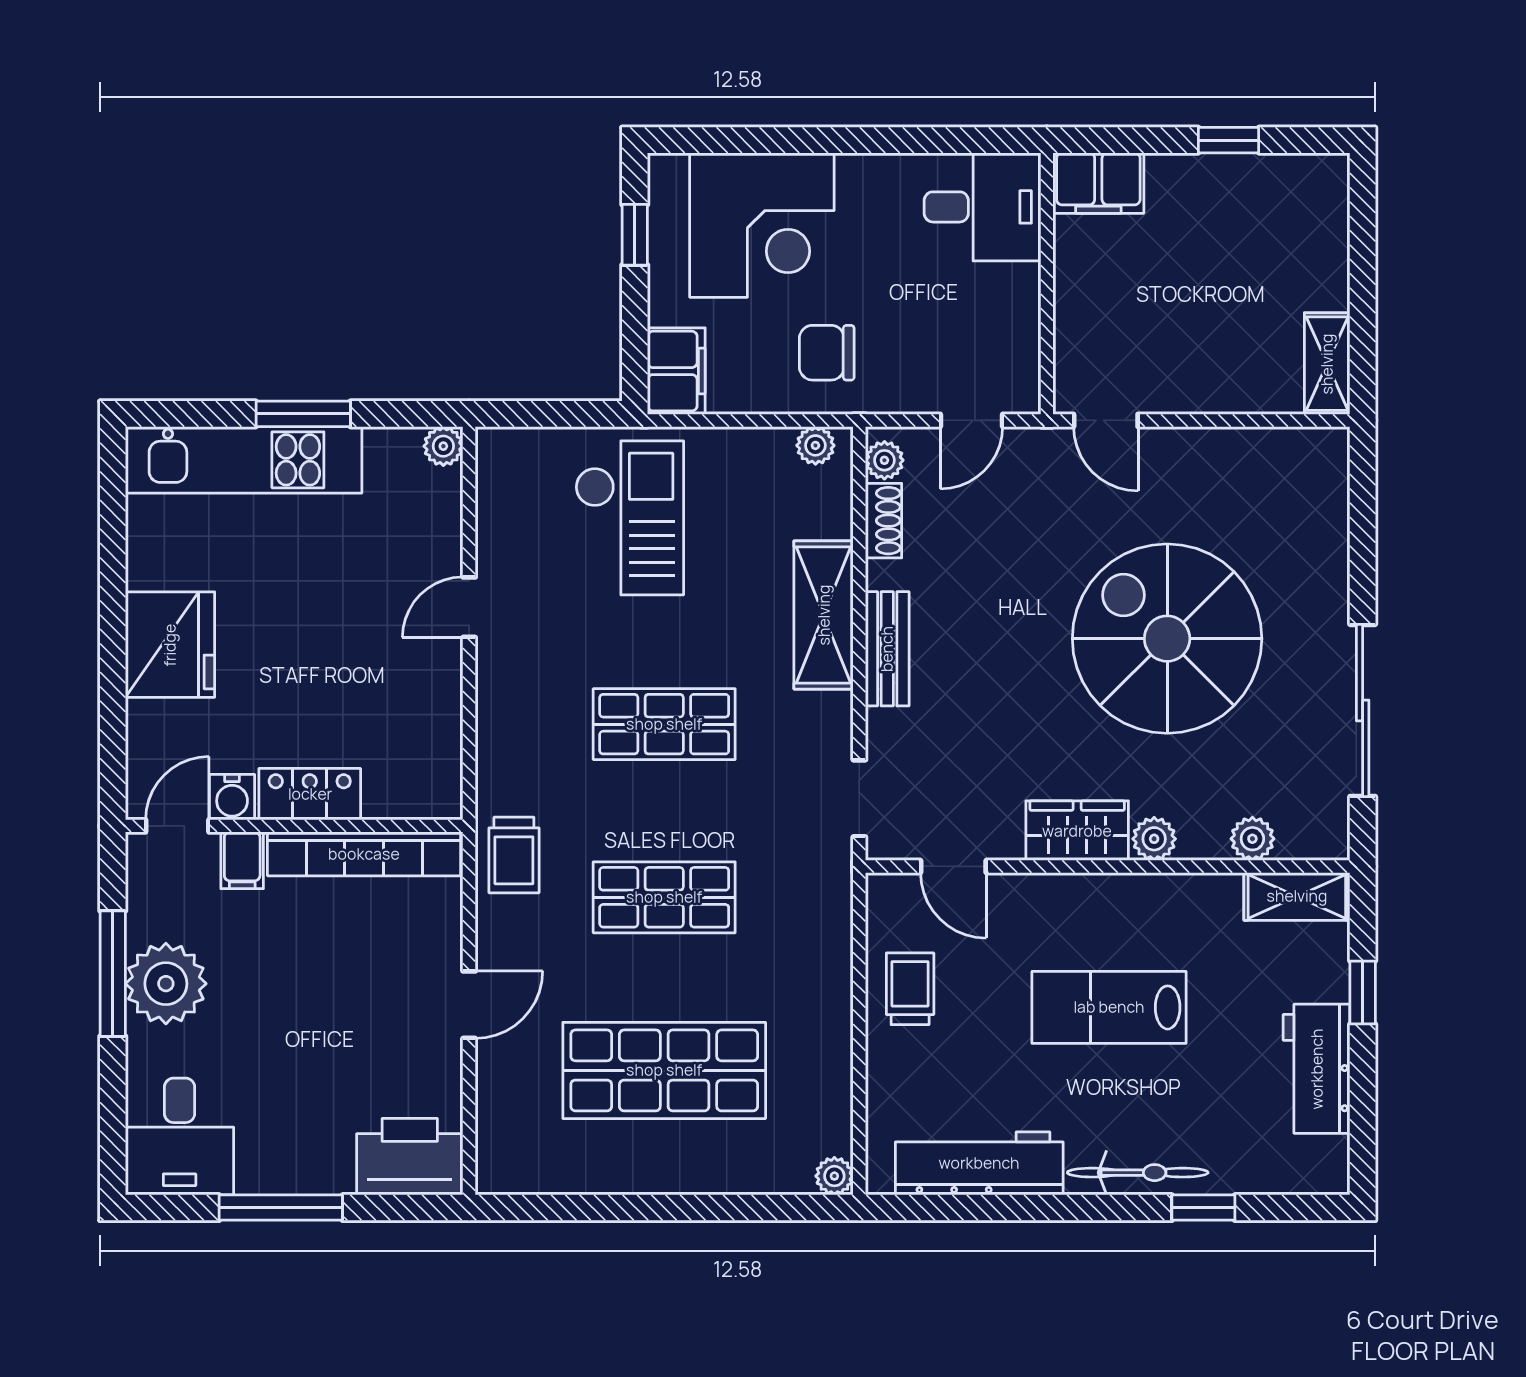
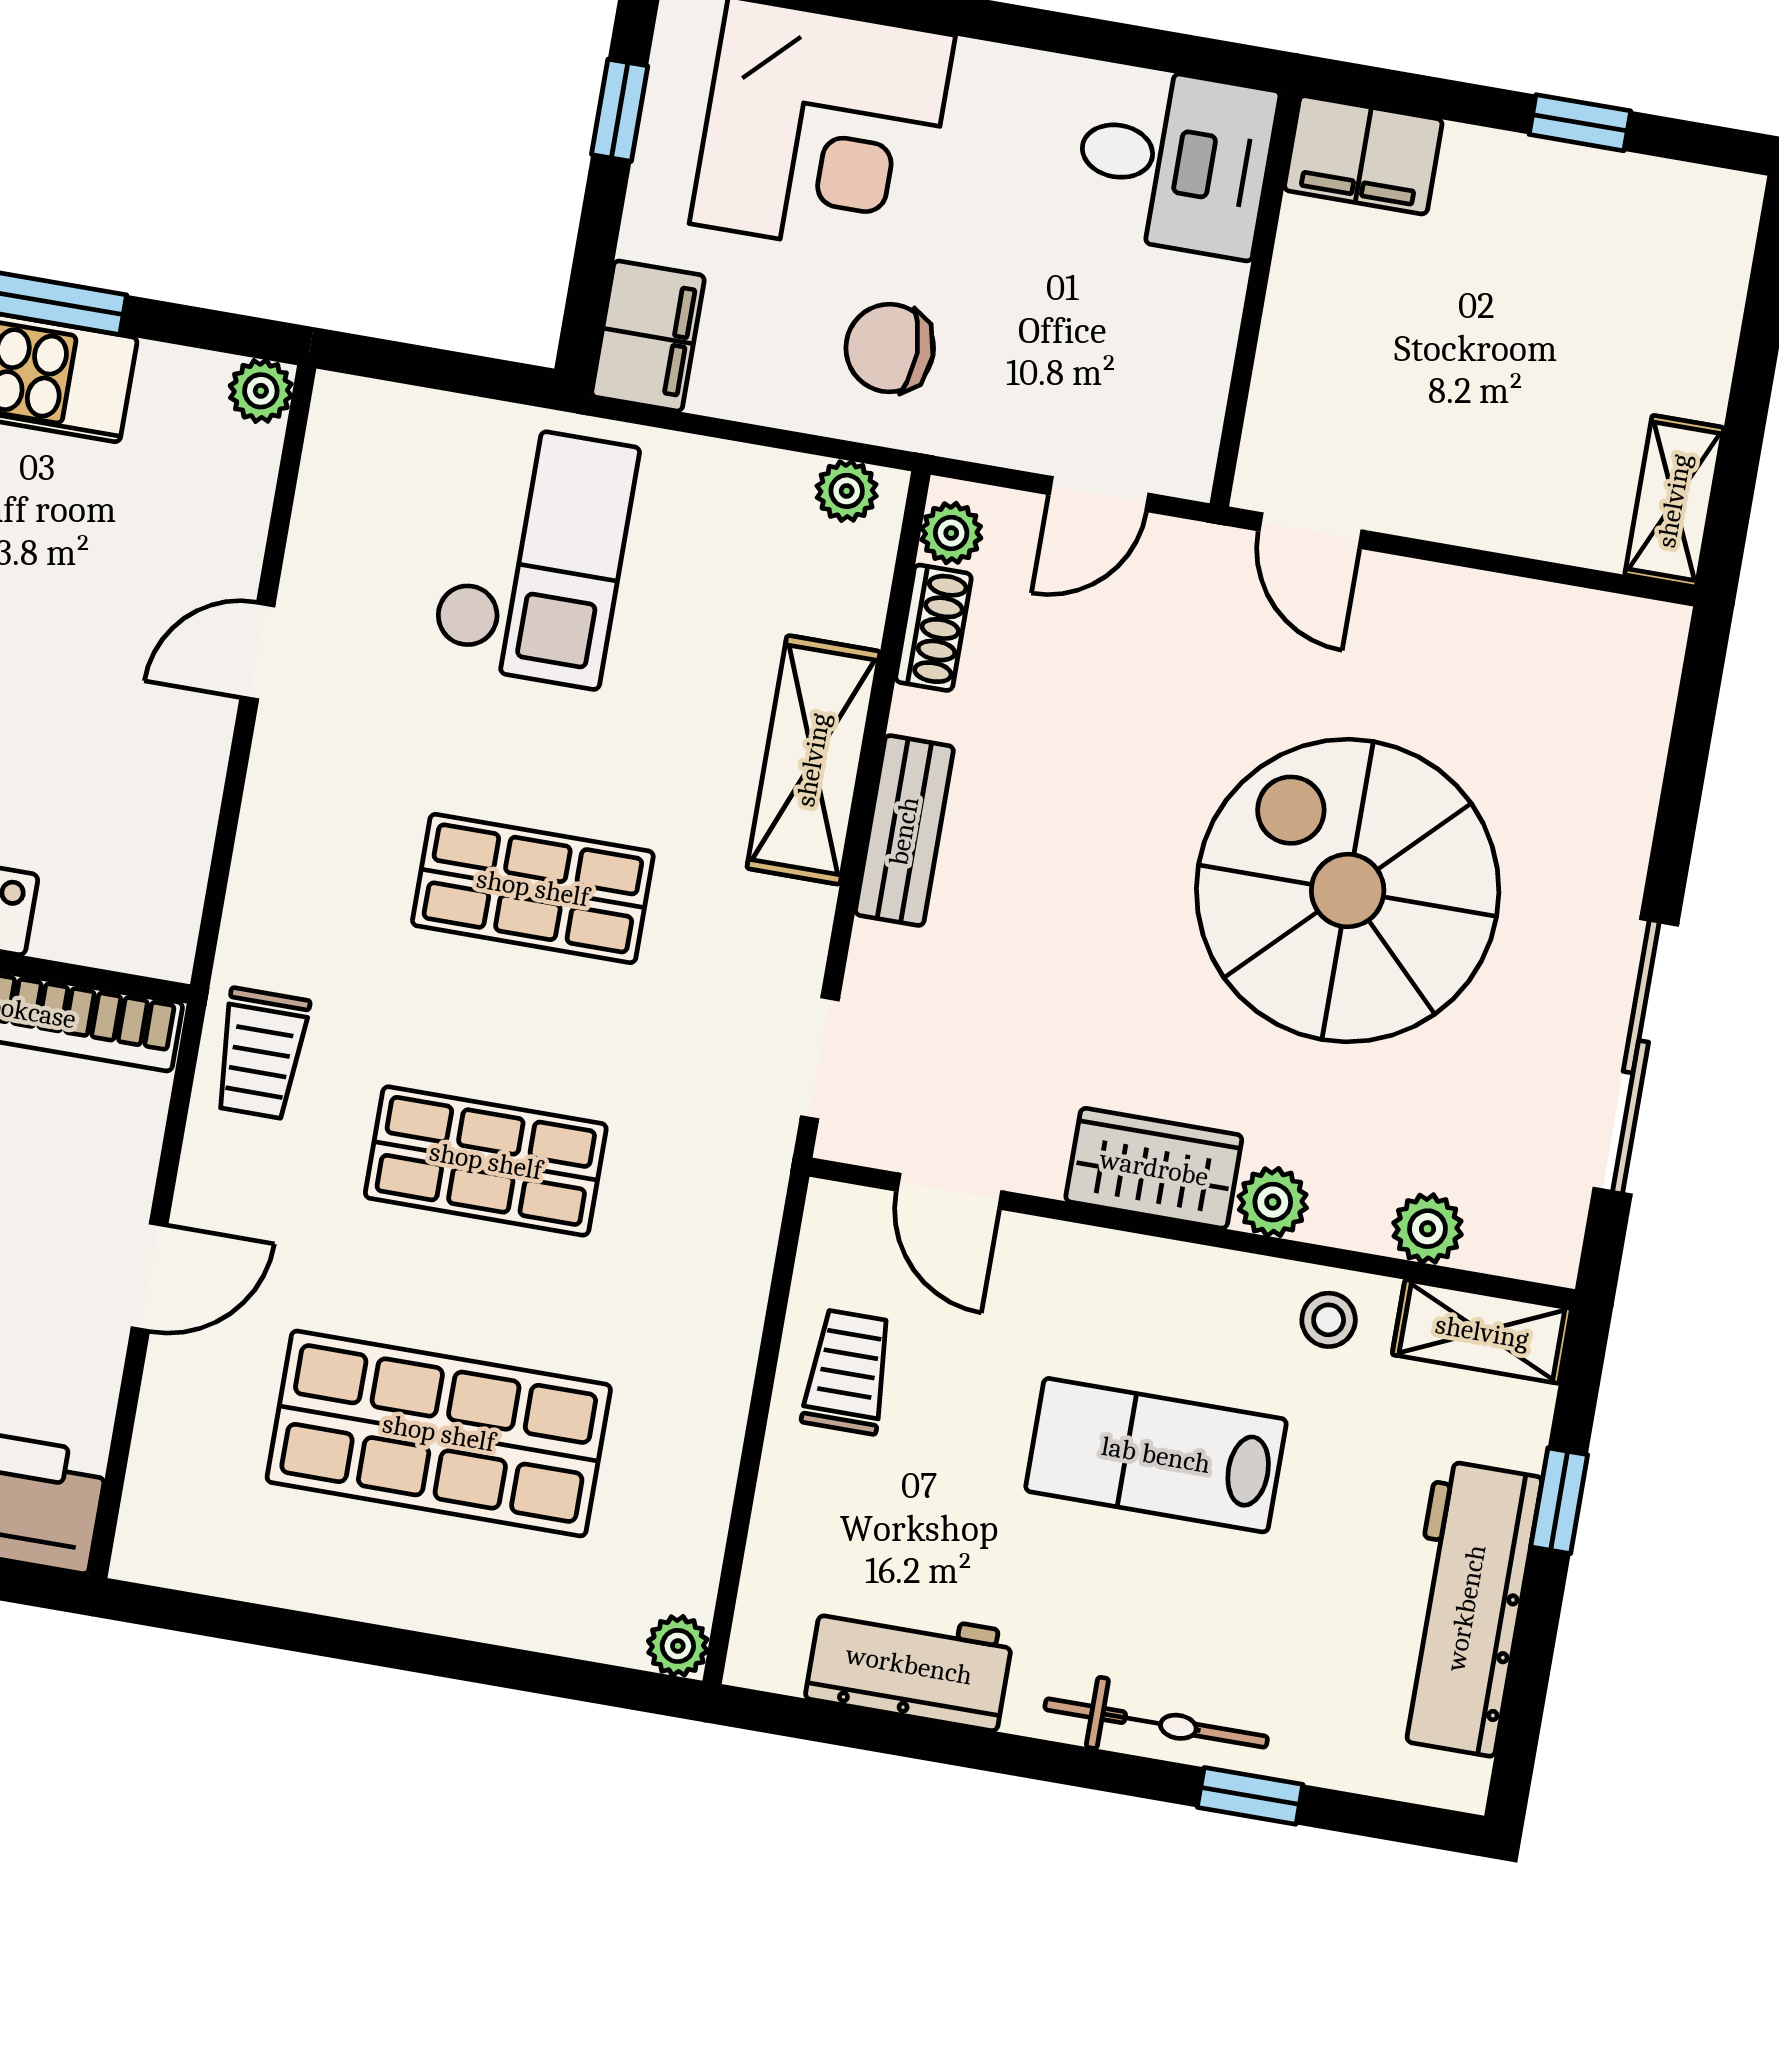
stool: (1201, 905) -> (1329, 1320), added
workbench: (1317, 1069) -> (1466, 1608), width x1.38
workbench: (979, 1163) -> (909, 1665), width x0.73

